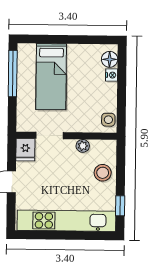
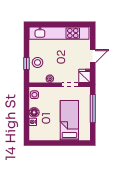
floor lamp: (110, 59) -> (34, 112), moved
window: (13, 74) -> (93, 109), moved
window: (120, 206) -> (27, 64), moved

